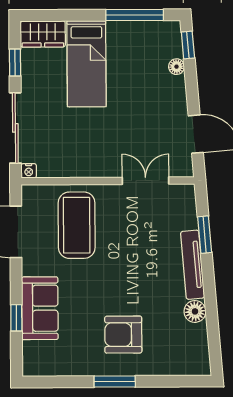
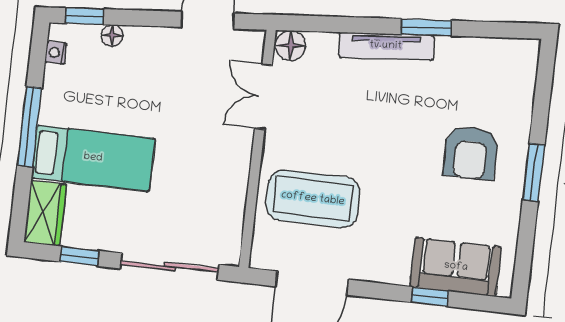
window: (135, 15) -> (30, 127), moved
nightstand: (29, 171) -> (56, 53), moved, turned 180
window: (205, 235) -> (426, 27), moved
sofa: (40, 308) -> (456, 267), moved
floor lamp: (195, 311) -> (291, 45), moved

